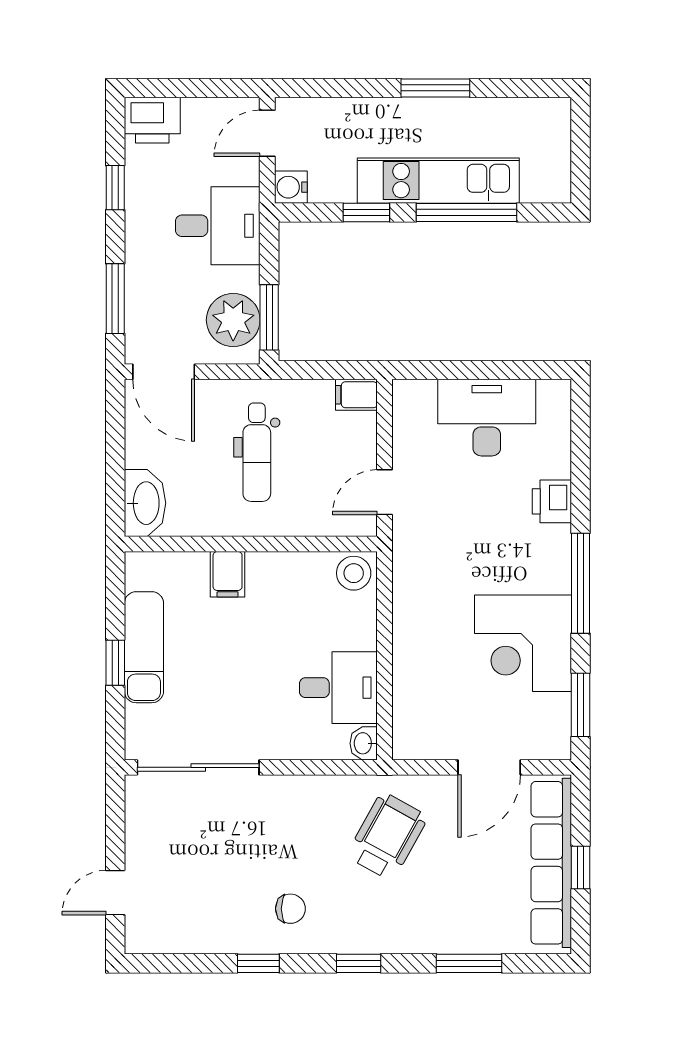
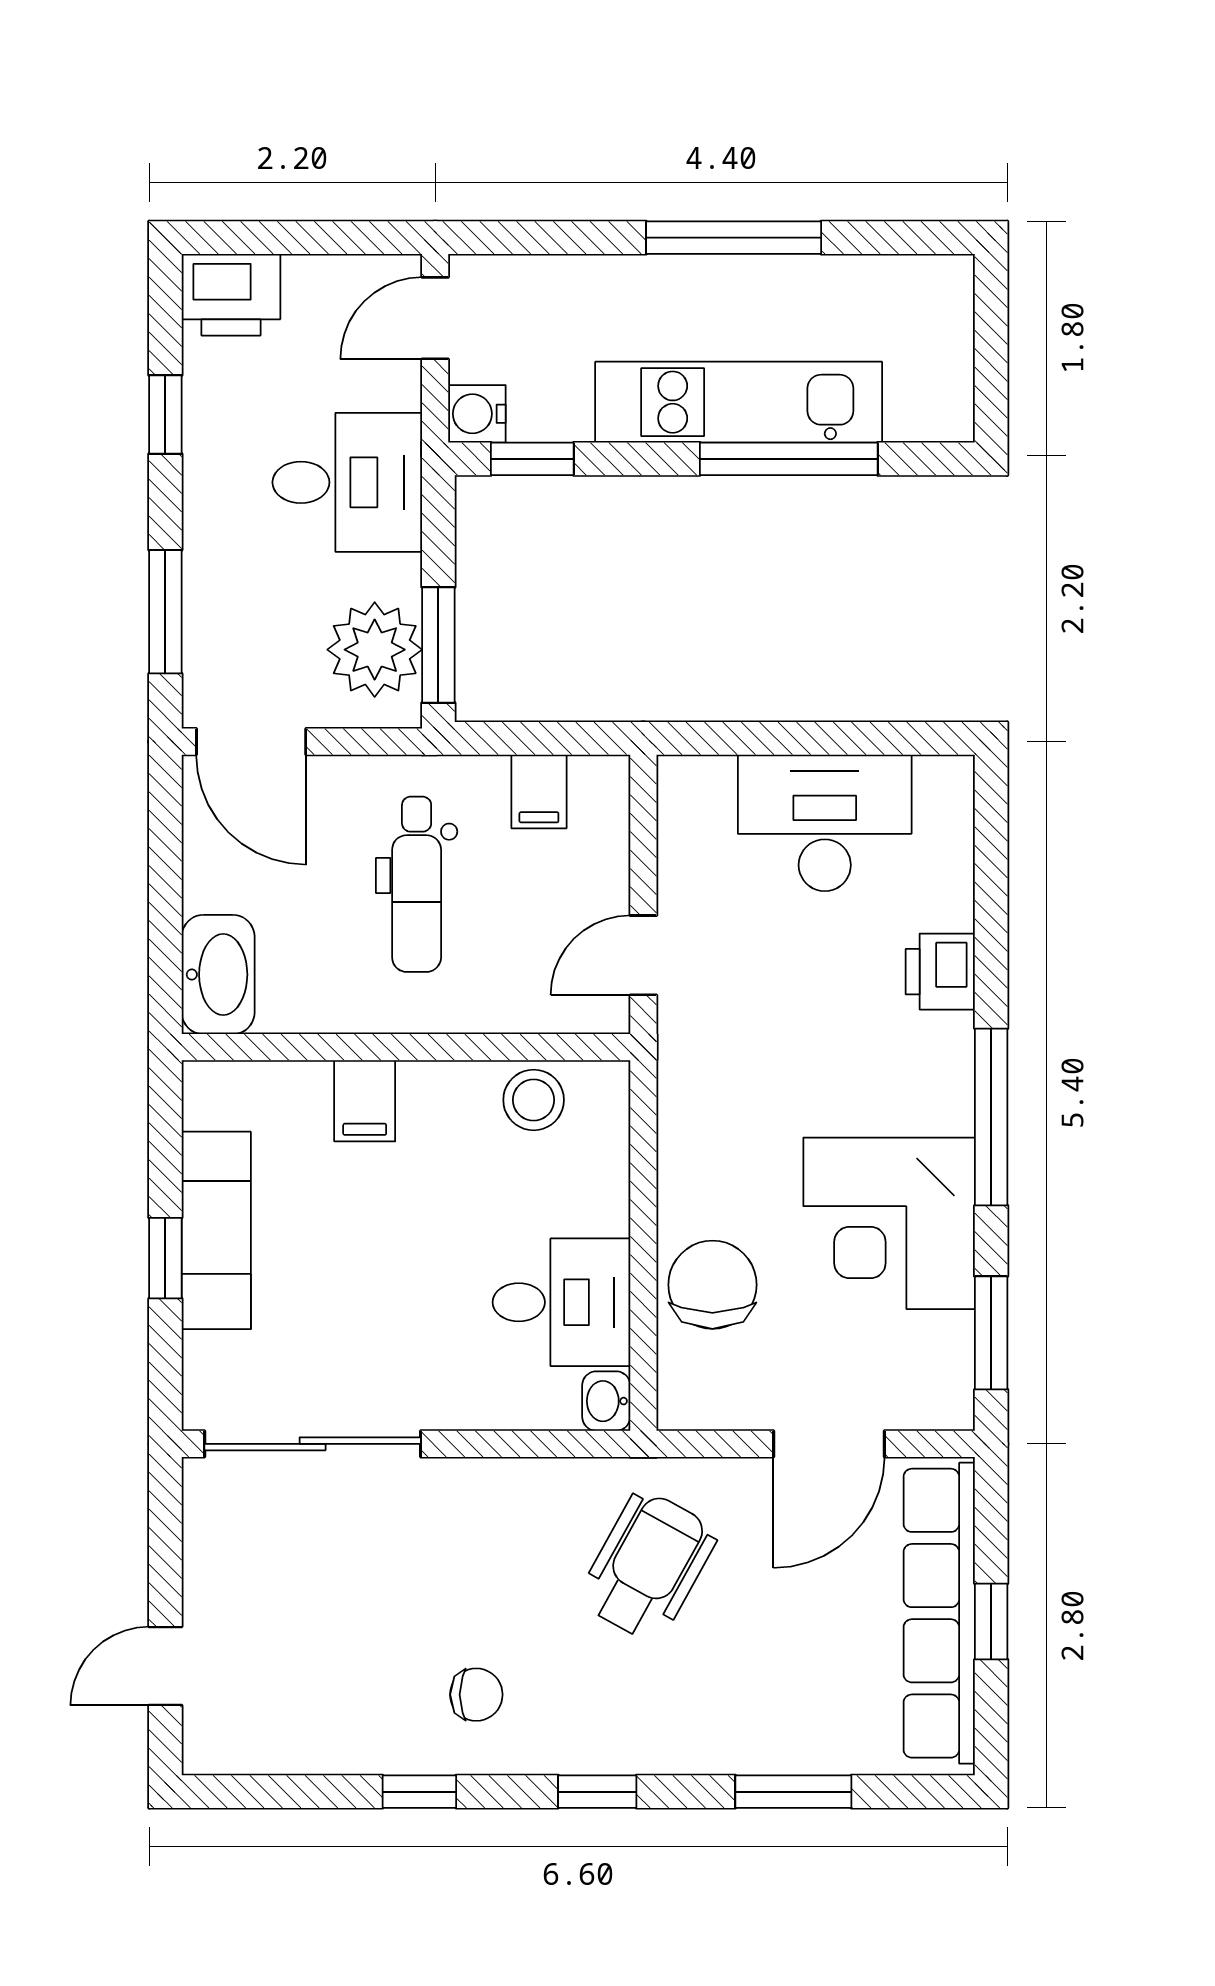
window: (435, 88) -> (734, 238), width x1.44
window: (366, 212) -> (532, 459), moved
filing cabinet: (356, 395) -> (539, 791), moved, turned -90
stool: (354, 573) -> (534, 1100), moved
chair: (423, 678) -> (712, 1285), added

